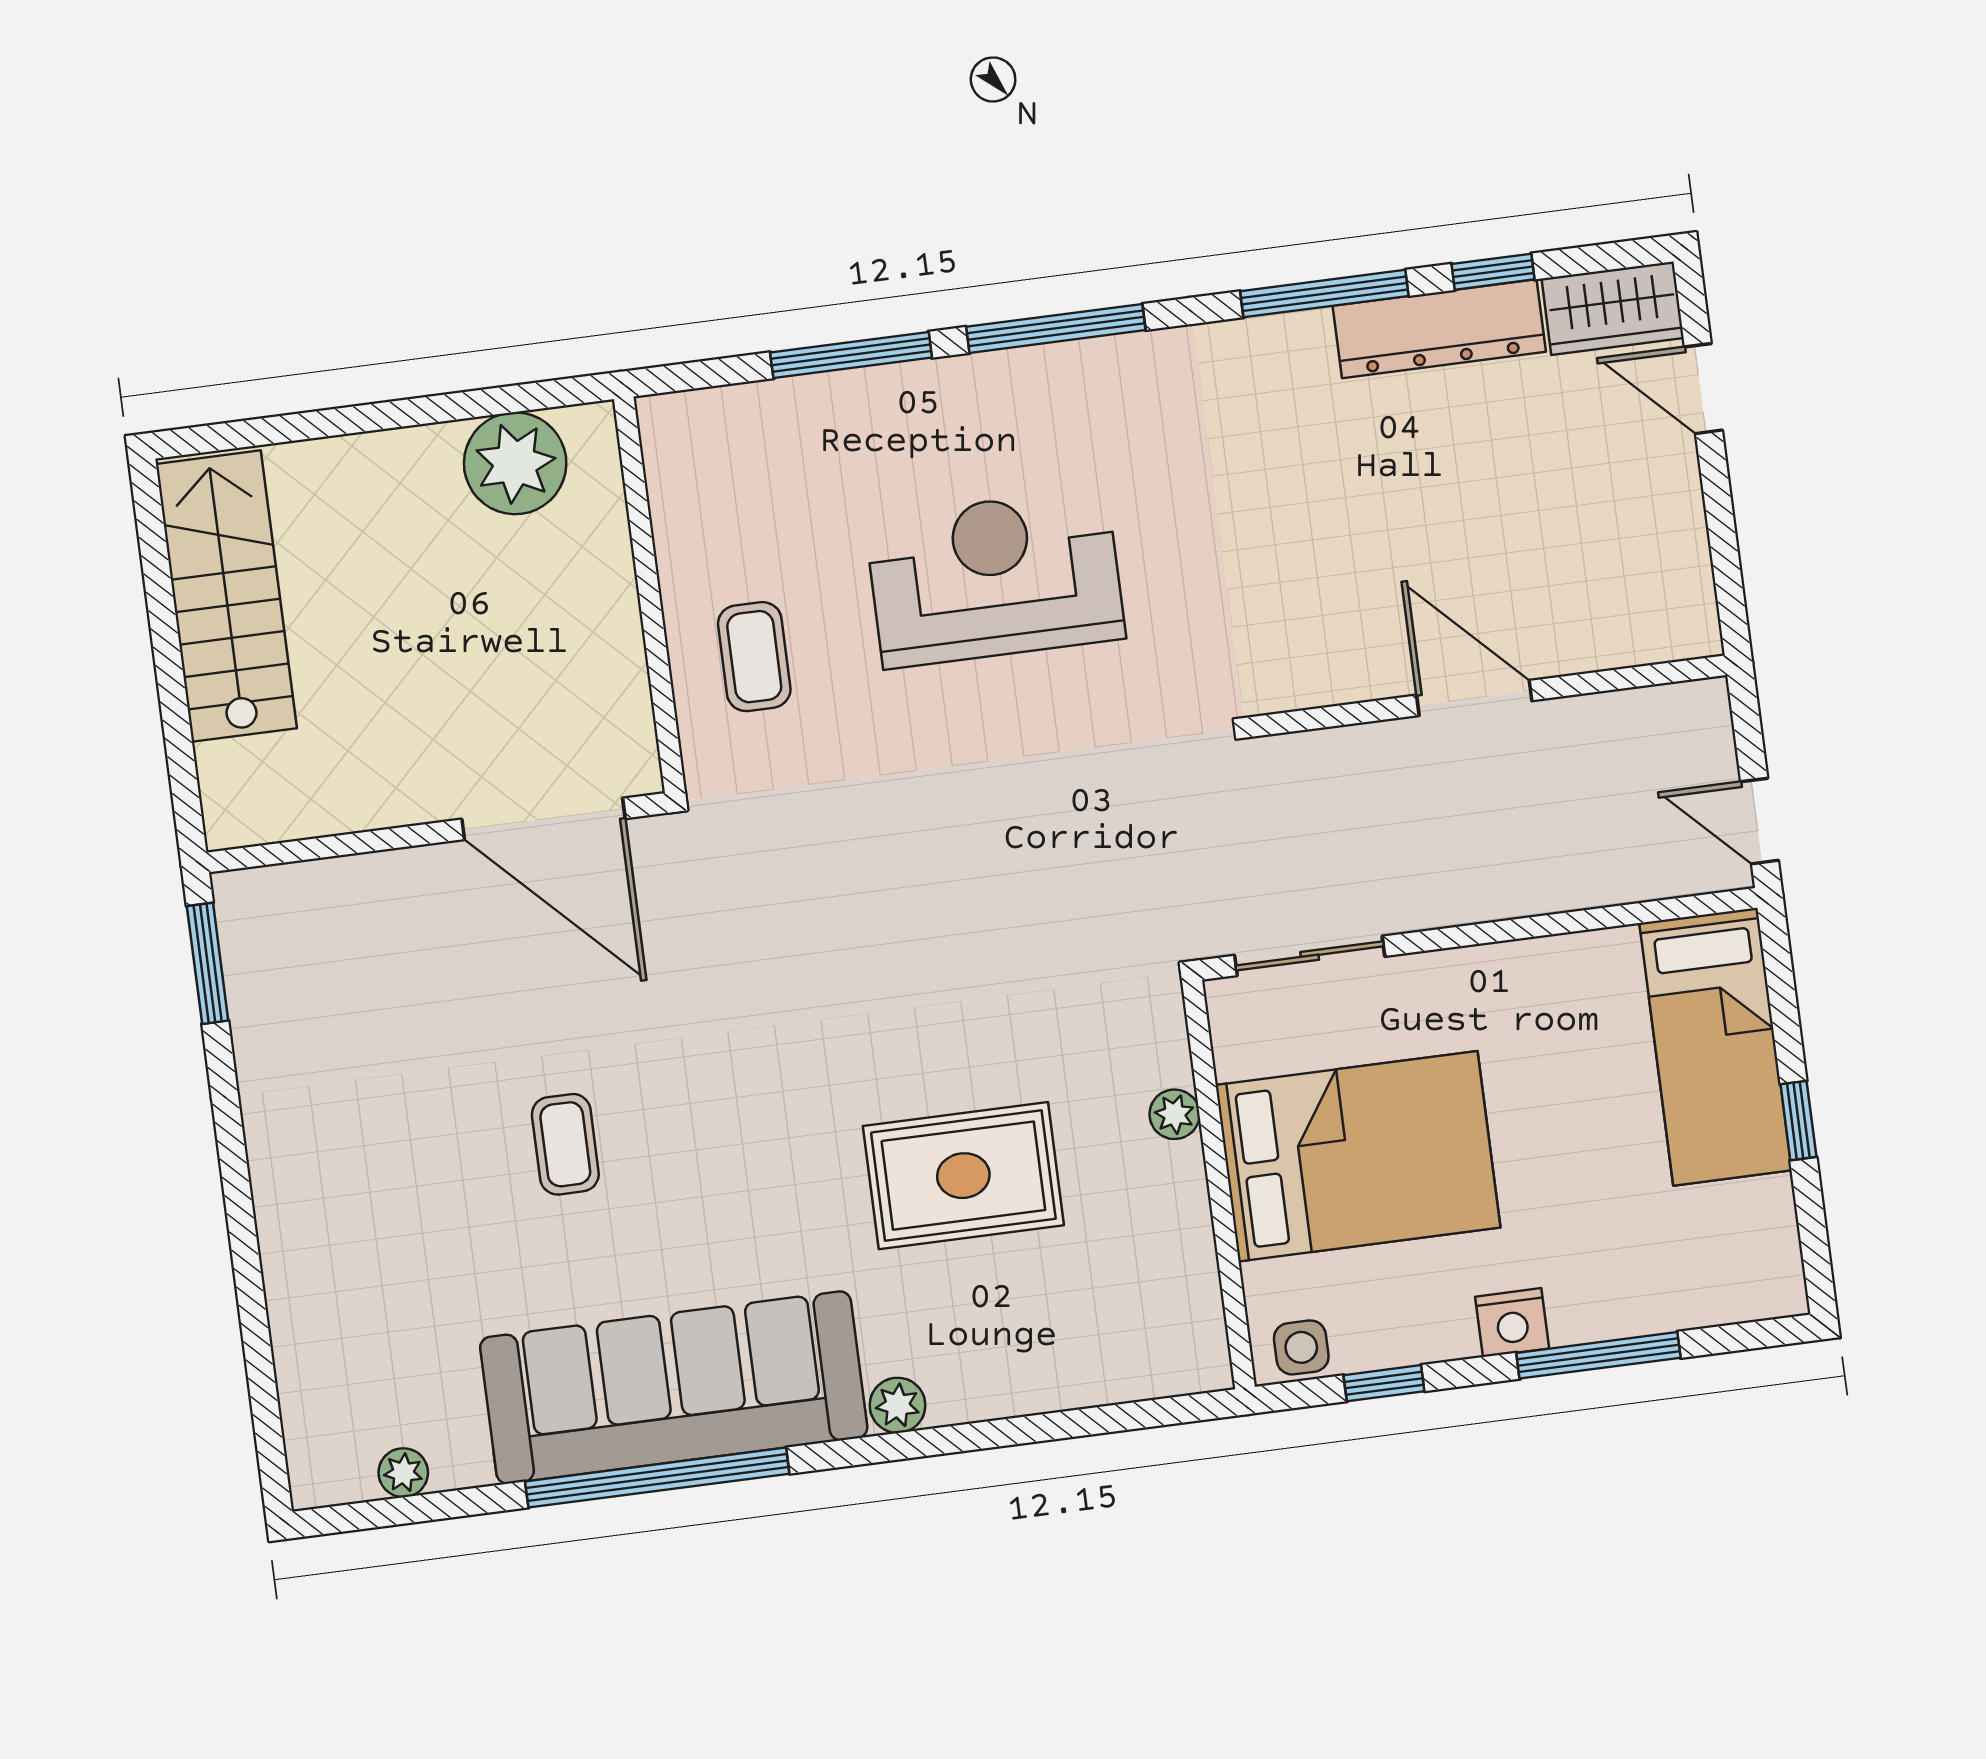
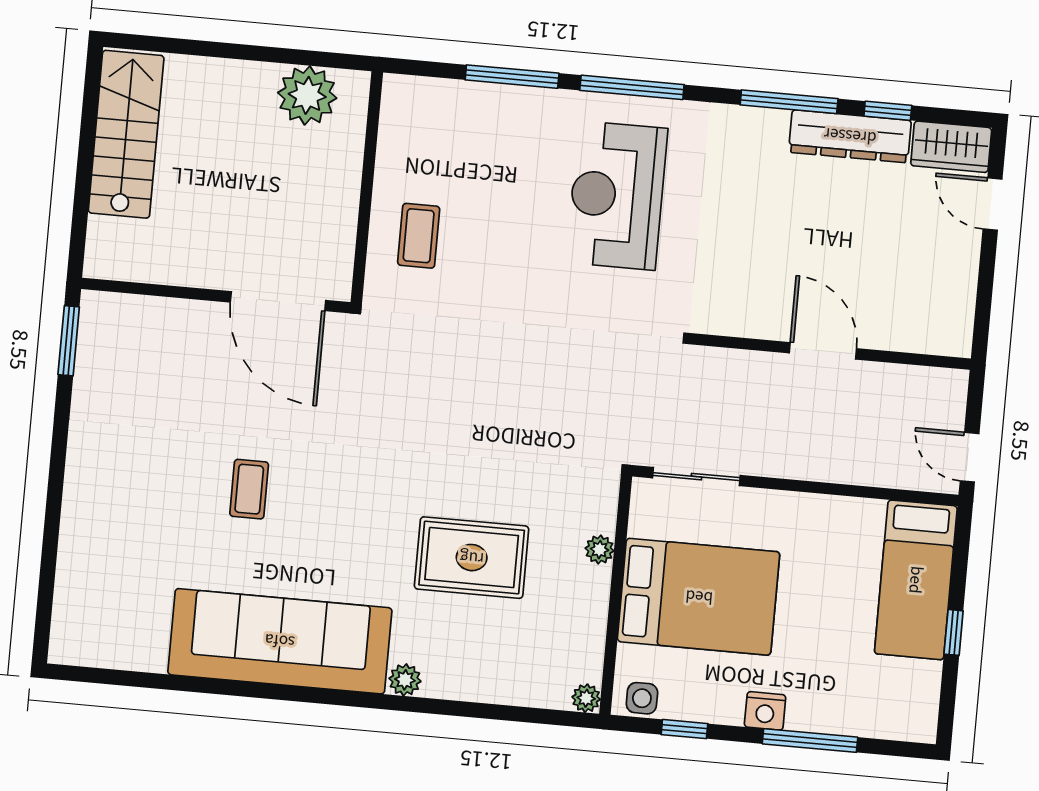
reception desk: (995, 578) -> (617, 195), moved, turned -90
plant: (403, 1473) -> (586, 698), moved
window: (657, 1478) -> (259, 690), removed

